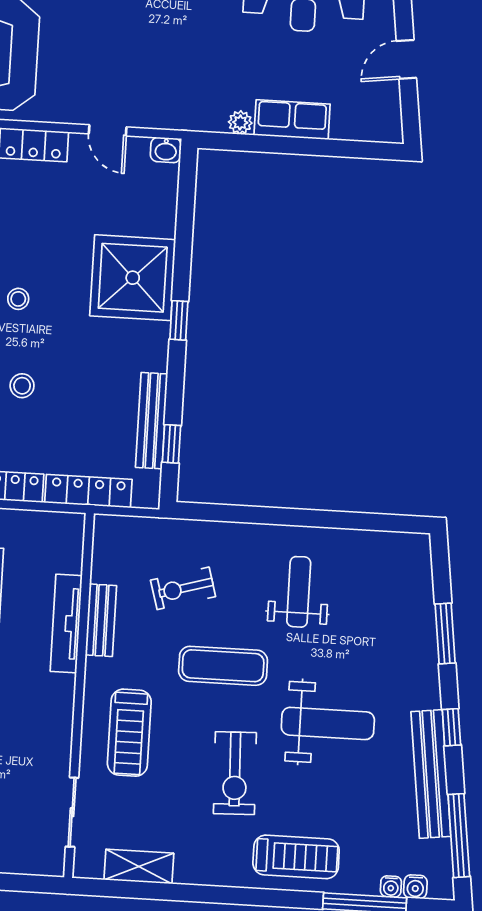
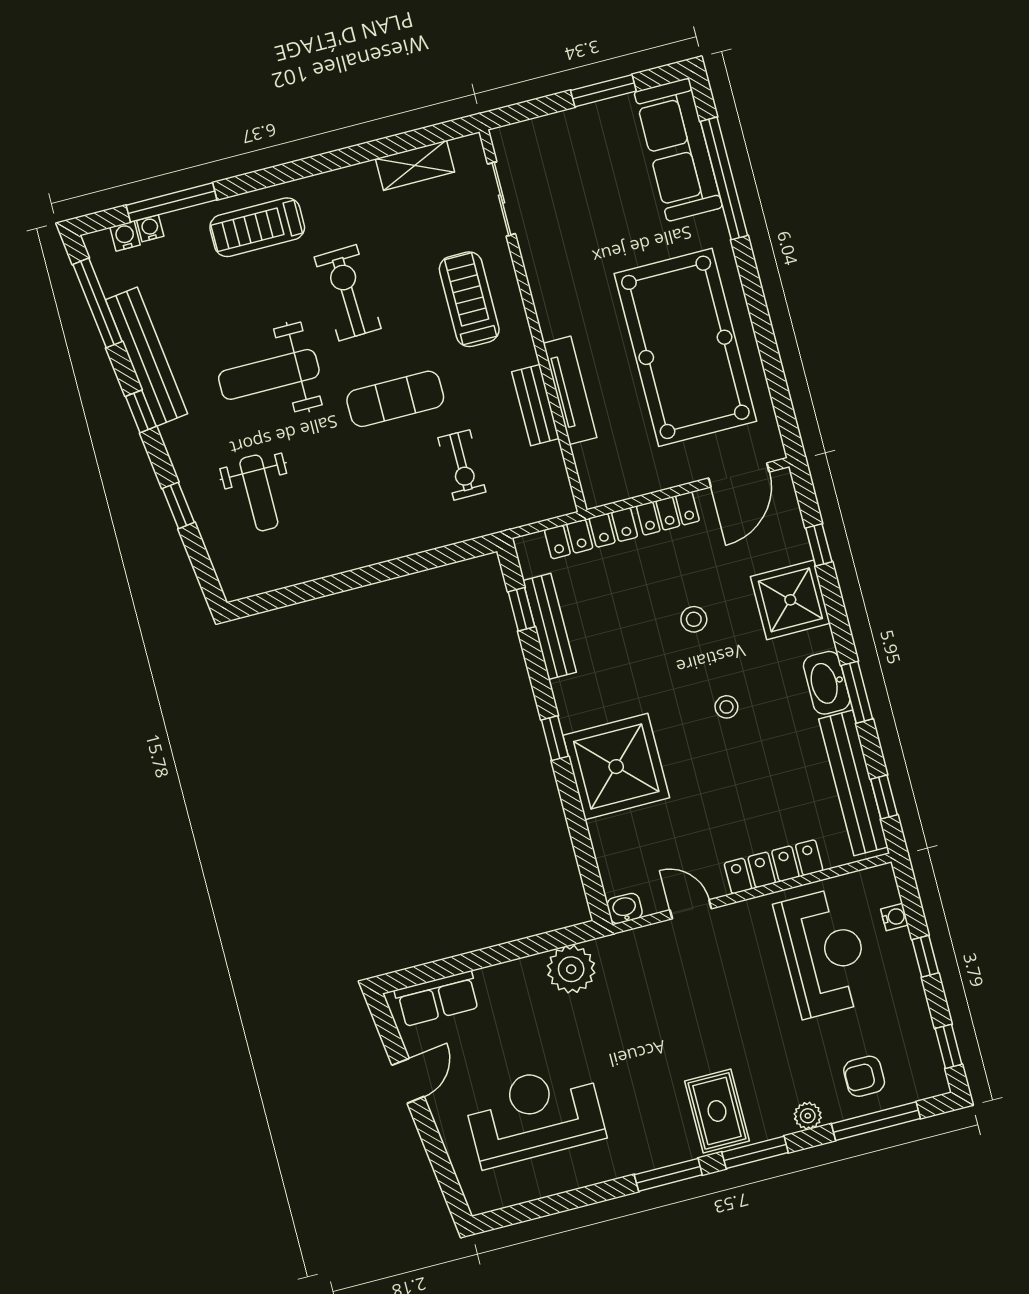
row of seats: (292, 120) -> (437, 999), moved
plant: (240, 122) -> (571, 969), width x1.88, depth x1.88
exercise bike: (183, 588) -> (462, 465), turned 106
weight bench: (299, 592) -> (259, 493), moved
window: (445, 633) -> (178, 505), width x0.67

